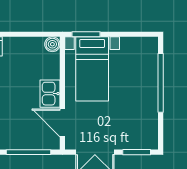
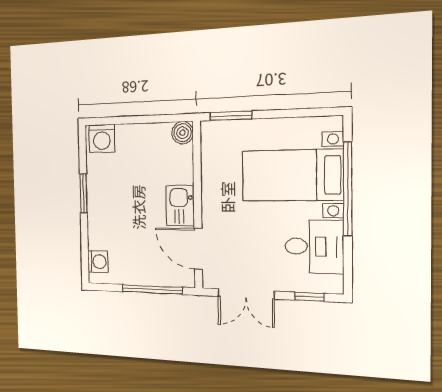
bed with nightstands: (92, 69) -> (292, 175), moved, turned 90
desk: (140, 120) -> (314, 247), added
window: (137, 152) -> (309, 297), width x0.67

